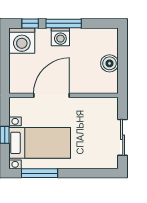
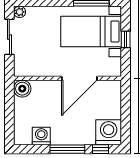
washing machine: (60, 37) -> (41, 136), moved
boiler: (109, 63) -> (22, 89), moved
plant: (112, 163) -> (20, 12), added

